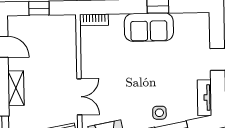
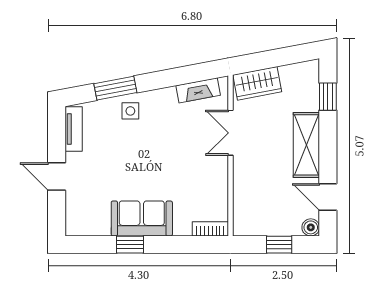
boiler: (14, 22) -> (311, 227), added
shelving: (16, 88) -> (306, 145), width x1.50, depth x1.33

